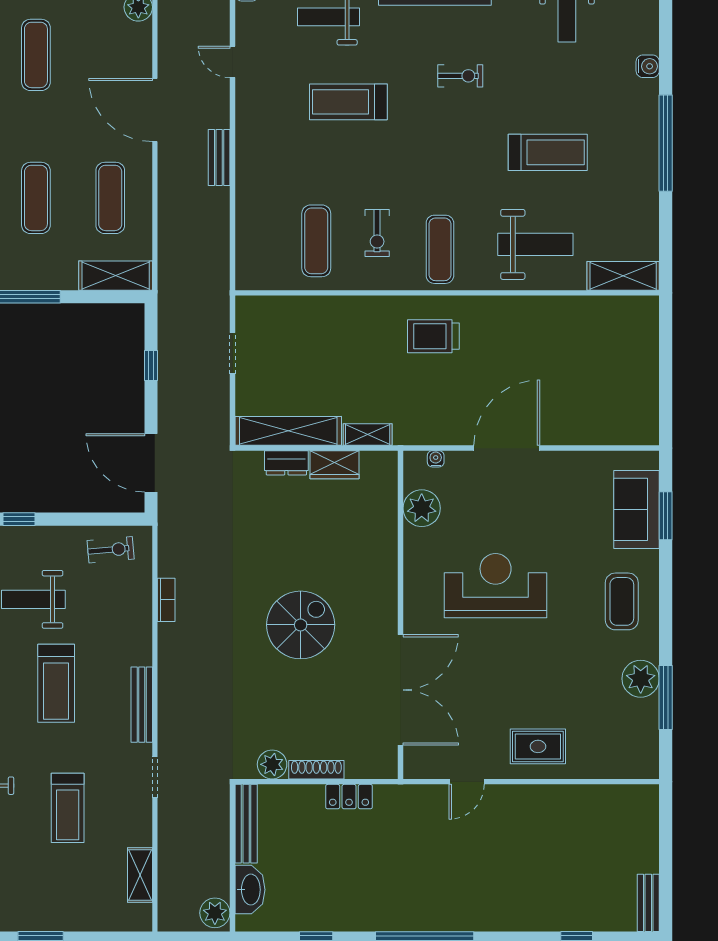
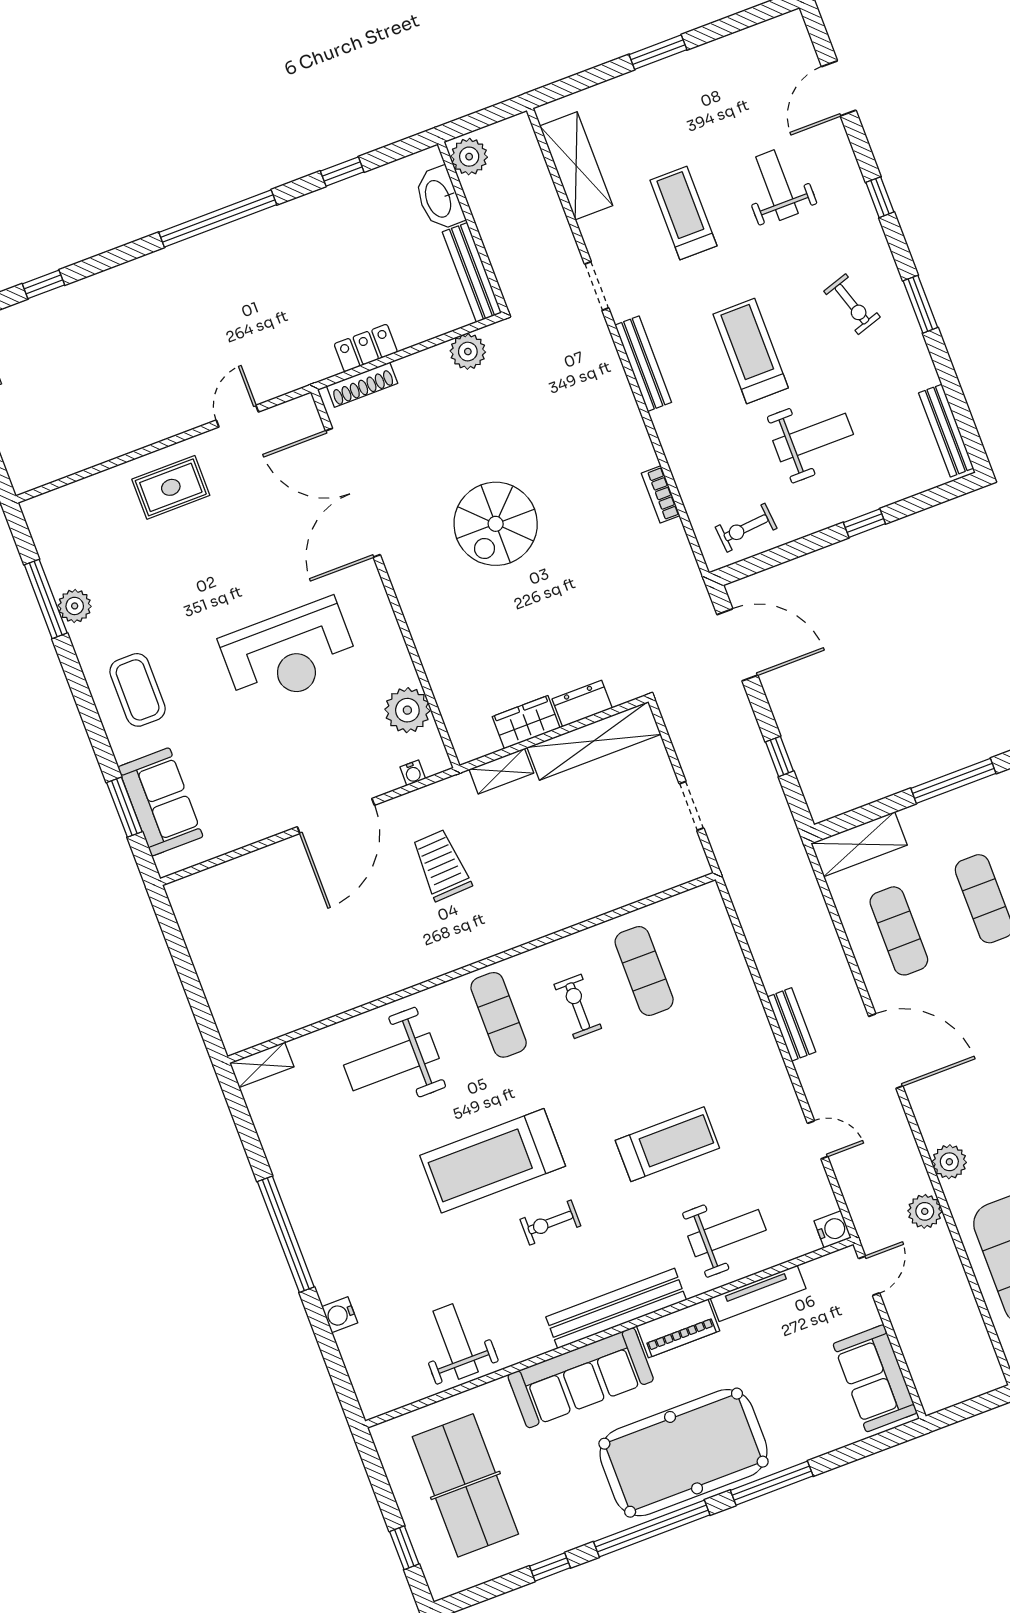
treadmill: (548, 152) -> (493, 1161), moved, width x1.37, depth x1.37
shelving: (623, 276) -> (262, 1065), width x0.67, depth x0.75
trolley: (433, 336) -> (441, 865), moved, turned -93
plant: (641, 679) -> (75, 606), width x0.73, depth x0.73
shoe rack: (316, 770) -> (362, 385), moved
shelving: (140, 875) -> (576, 166), width x1.50, depth x1.33

